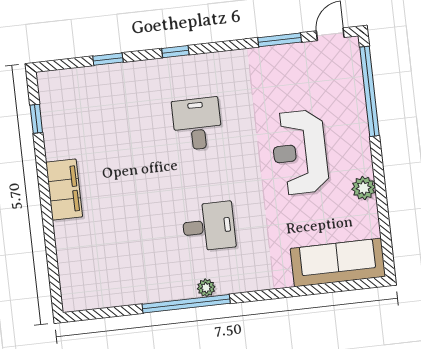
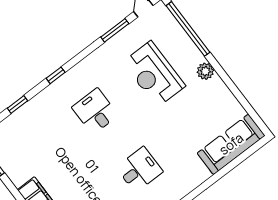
reception desk: (300, 152) -> (154, 74), moved
plant: (364, 188) -> (205, 71), moved

